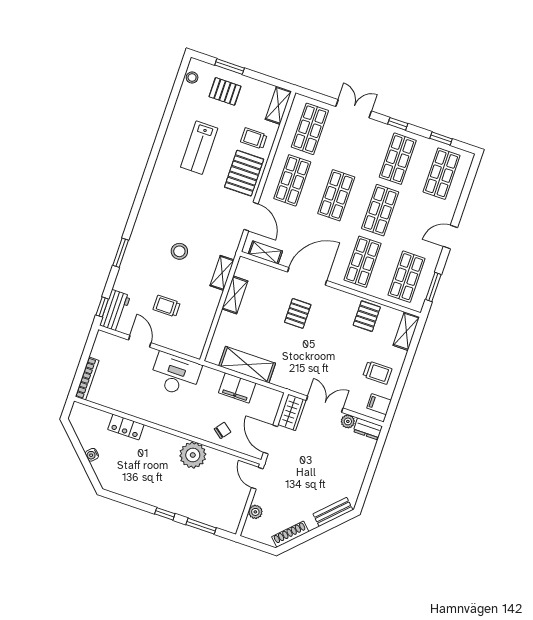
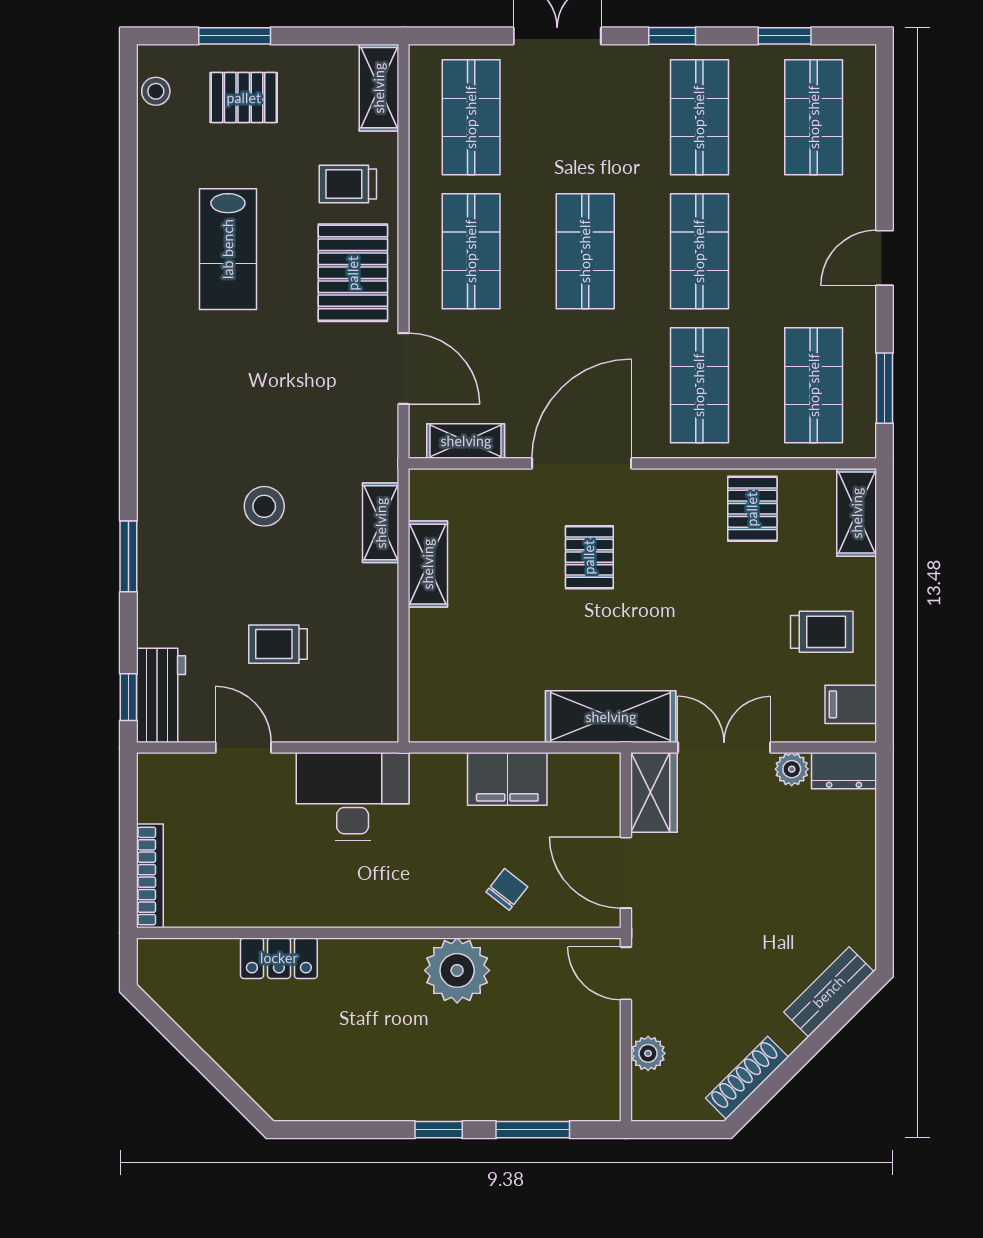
shelving: (247, 365) -> (611, 717), moved
water cooler: (92, 455) -> (222, 1050), removed

